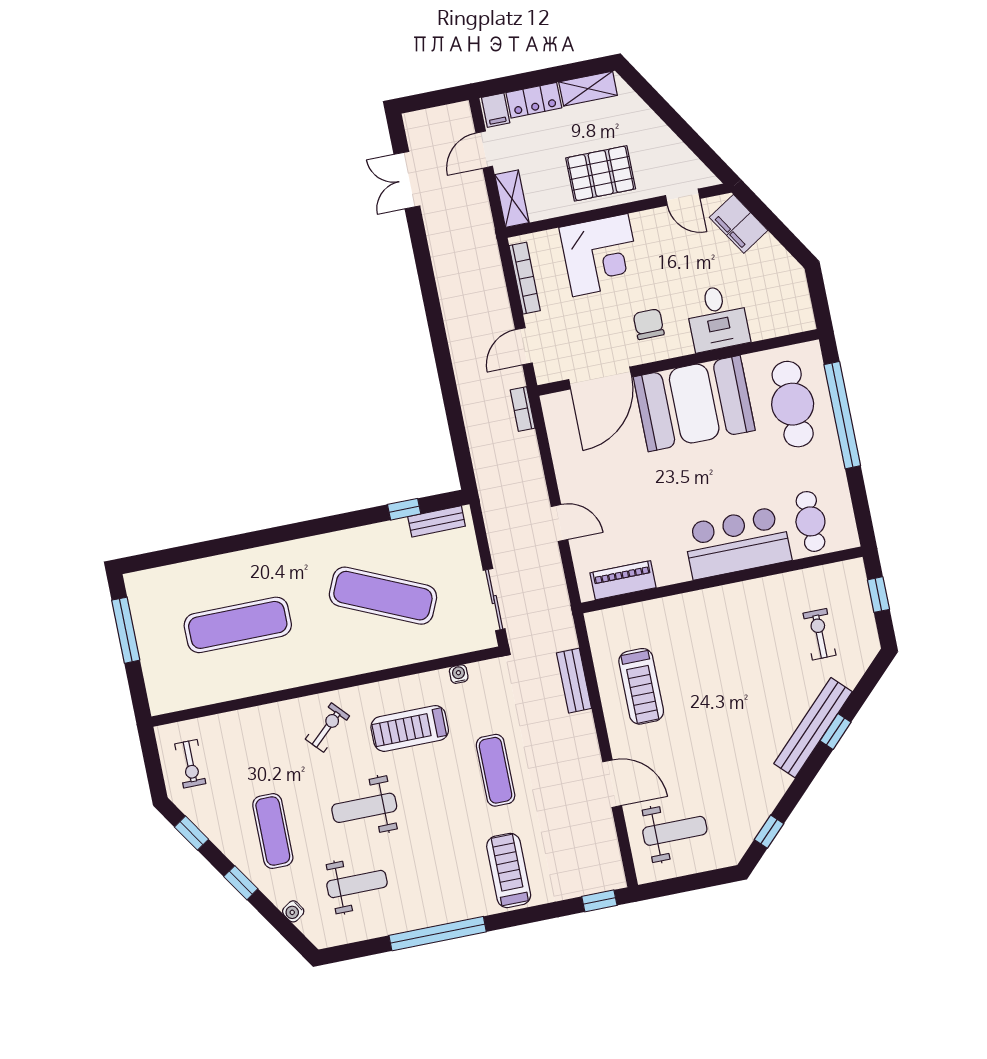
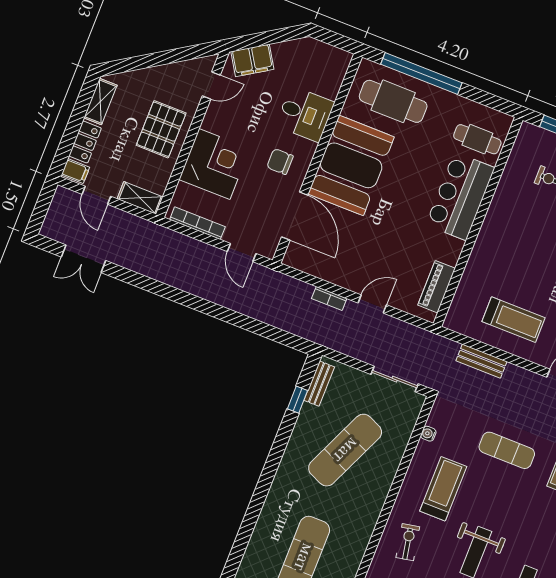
bookcase: (523, 409) -> (329, 298), moved
exercise bike: (327, 728) -> (408, 542), turned 32
treadmill: (410, 728) -> (443, 489), turned 180

